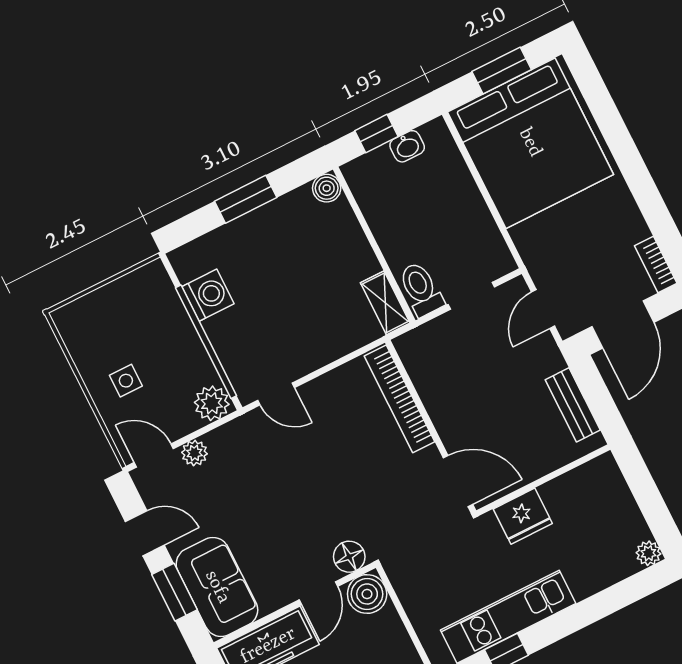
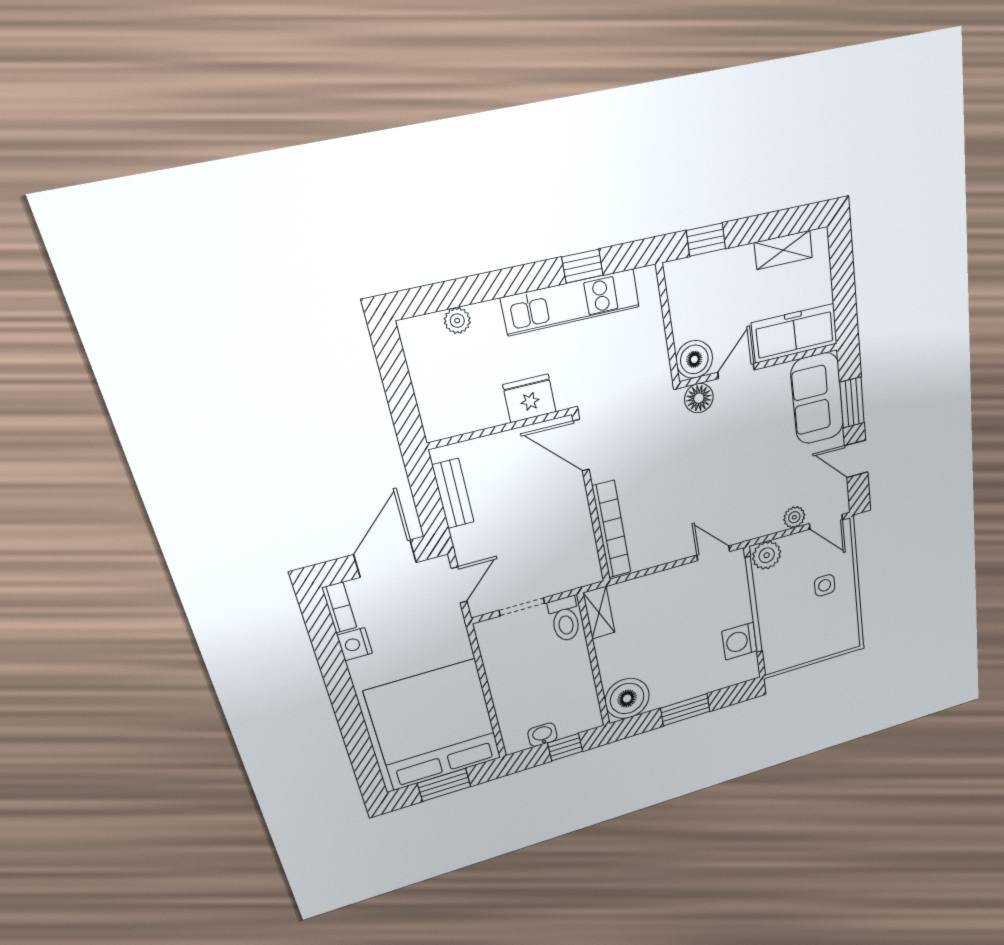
boiler: (327, 188) -> (627, 698), width x1.86, depth x1.86
nightstand: (633, 226) -> (355, 644), added
plant: (648, 553) -> (457, 321), moved

